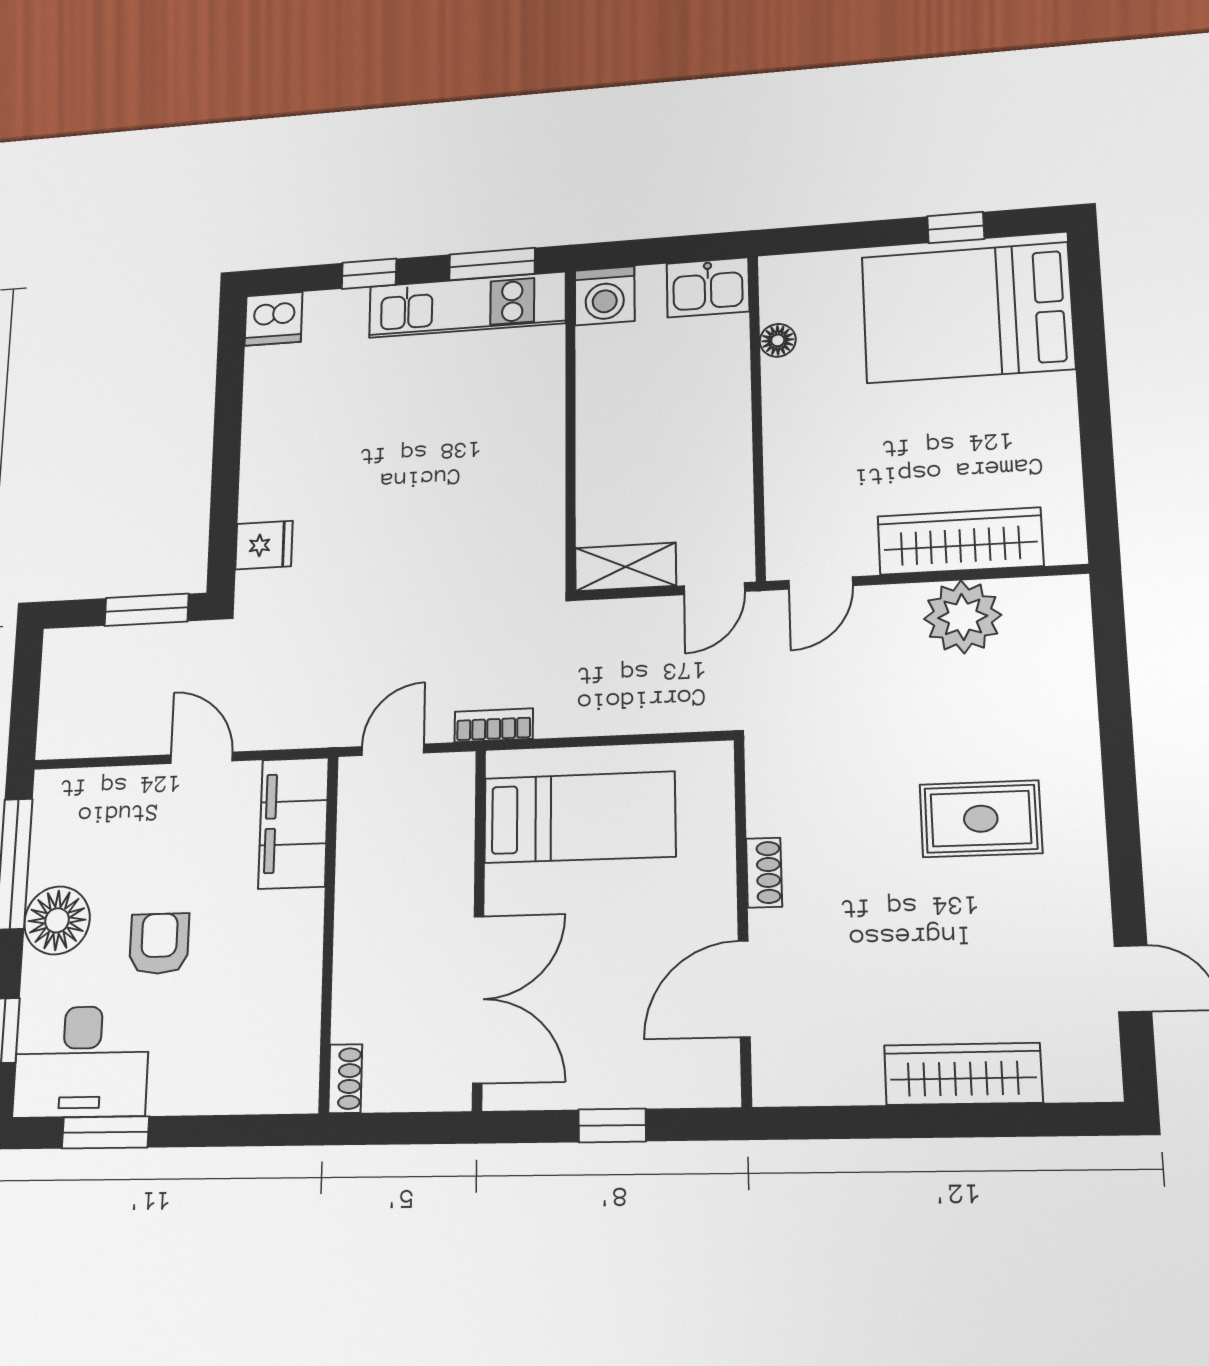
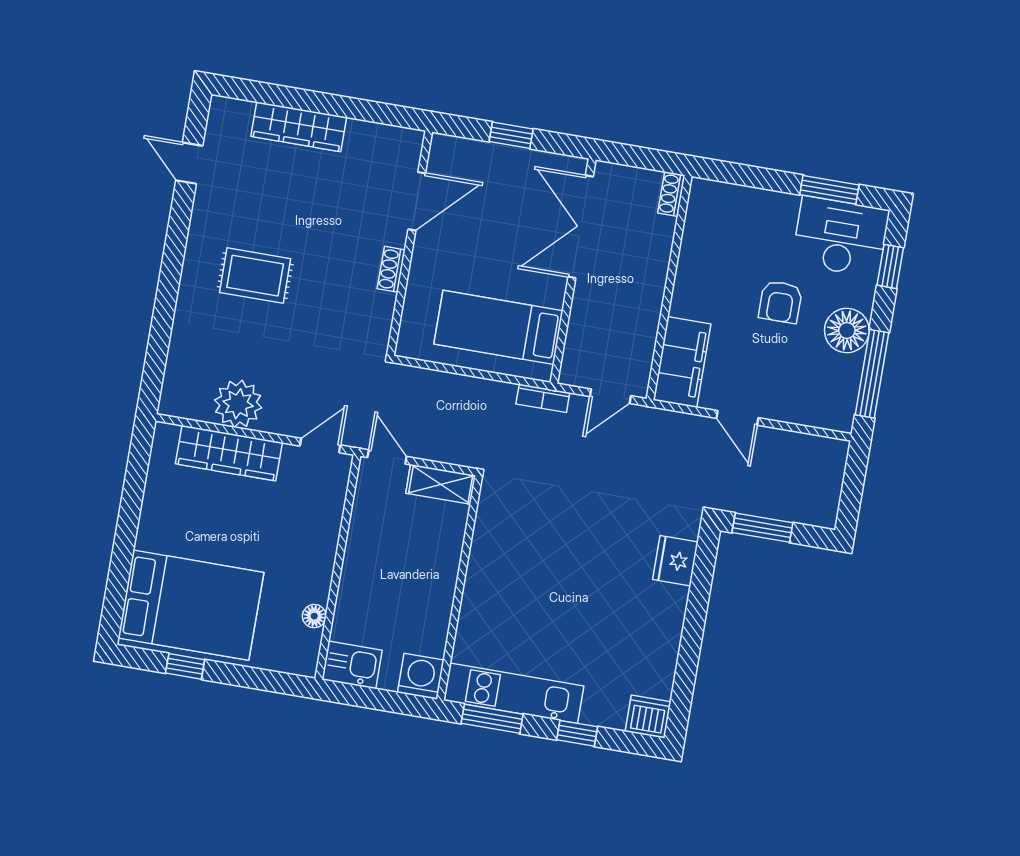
fridge: (264, 545) -> (675, 561), width x1.38
door: (714, 589) -> (387, 457), hinge flipped

